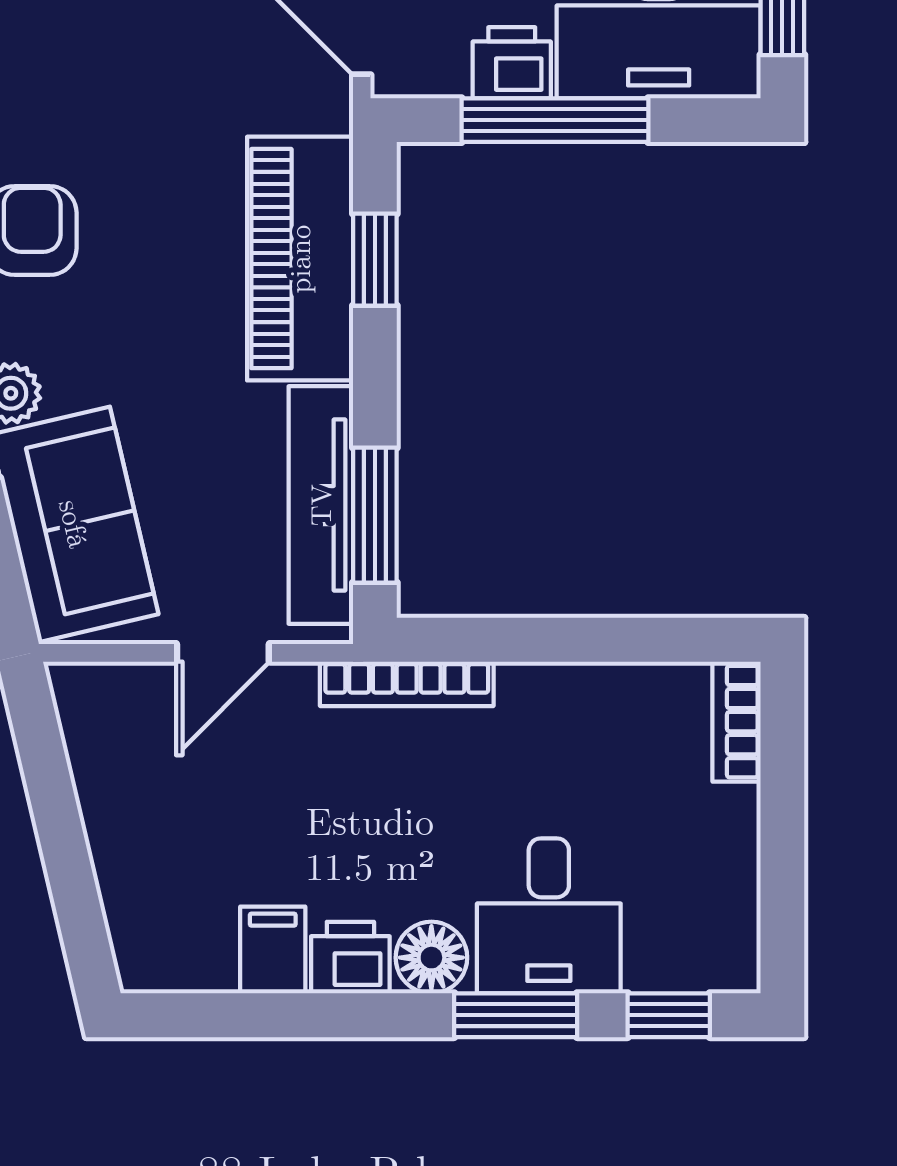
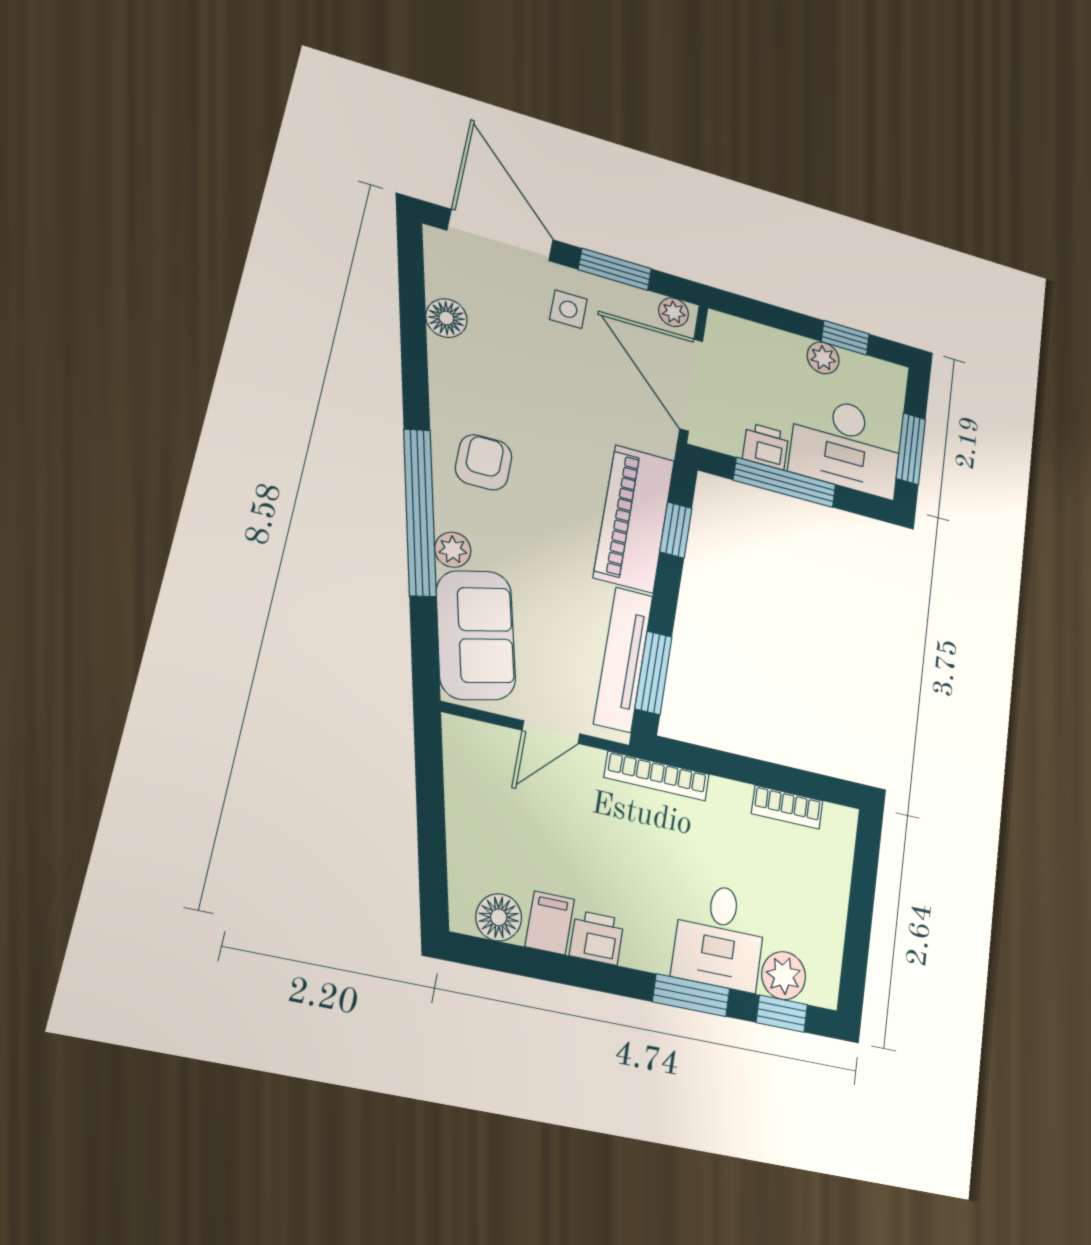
bookcase: (736, 722) -> (787, 807), moved, turned -90
plant: (664, 956) -> (784, 976), added
floor lamp: (431, 958) -> (499, 917), moved

